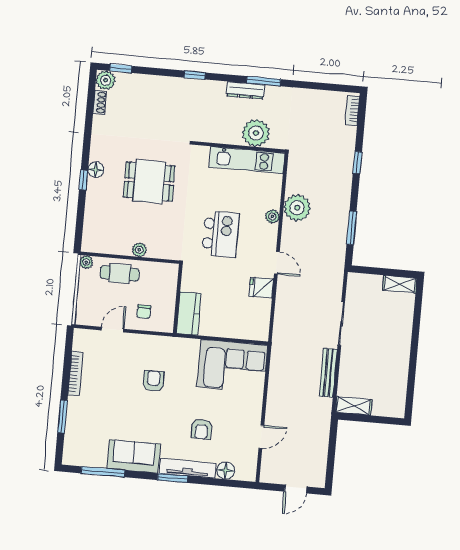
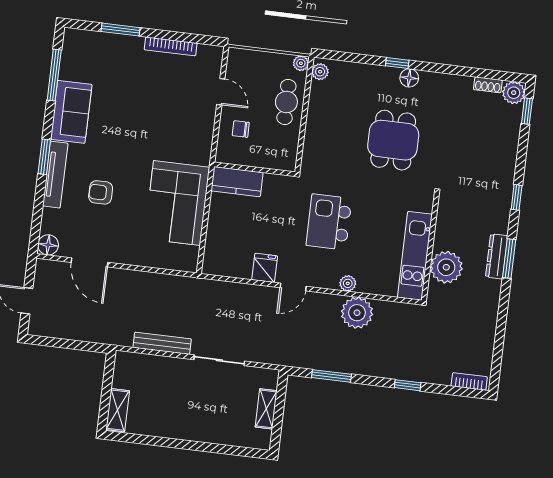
window: (263, 81) -> (509, 259), moved
kitchen island: (221, 234) -> (329, 222), turned 90
plant: (139, 250) -> (320, 72), moved
shelving: (400, 284) -> (266, 409), moved
corner sofa: (232, 366) -> (177, 203), moved
armchair: (154, 381) -> (159, 138), removed
shelving: (353, 406) -> (118, 410), moved
door: (261, 437) -> (89, 262), width x1.38
floor lamp: (226, 471) -> (48, 245), moved

